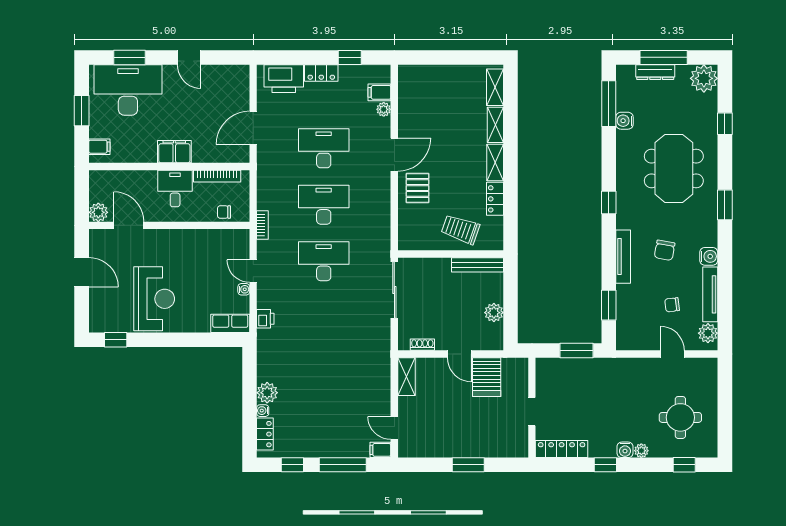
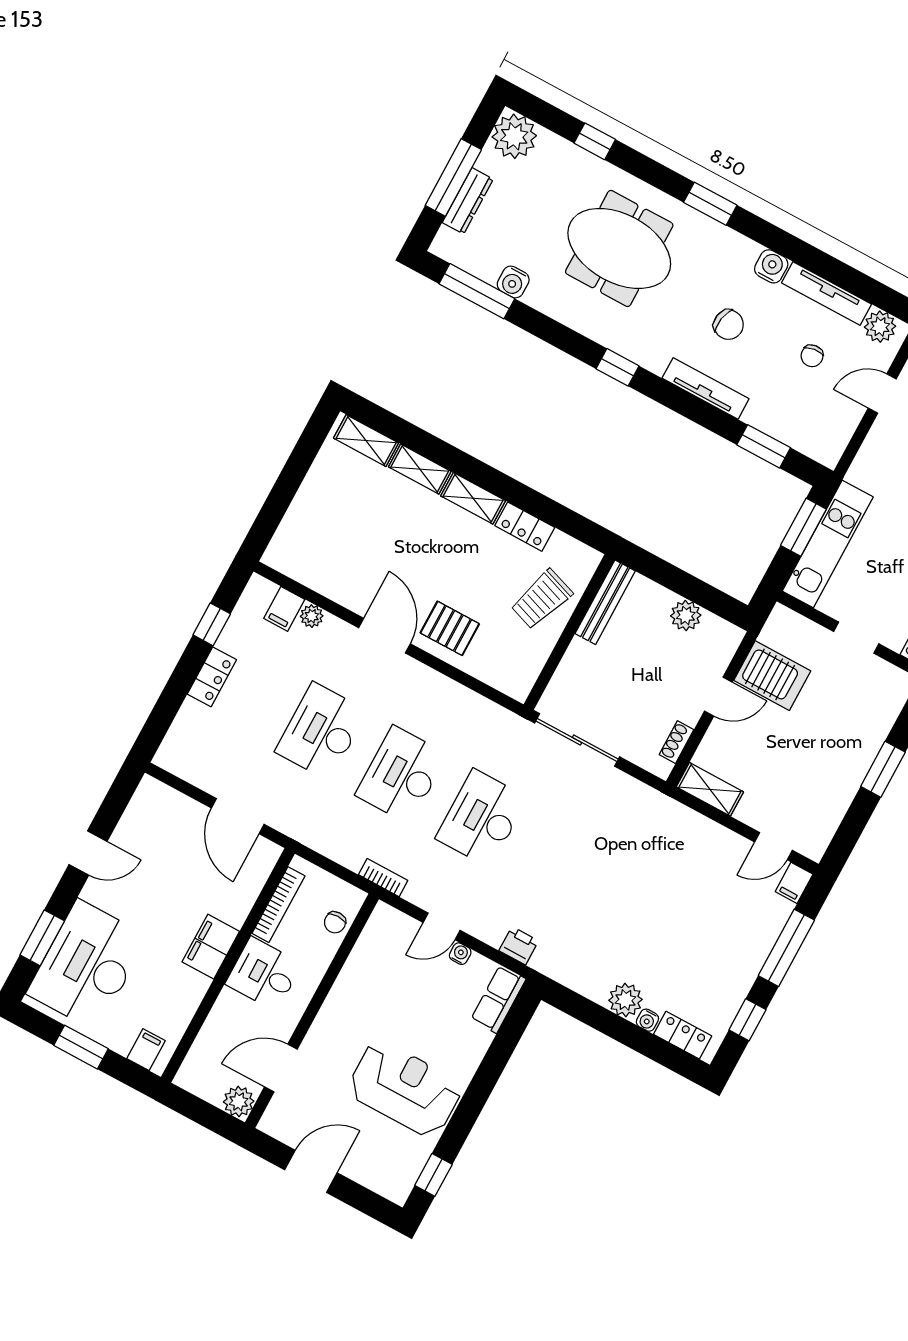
printer: (284, 79) -> (191, 735), removed
kitchen unit: (574, 369) -> (828, 544), added

